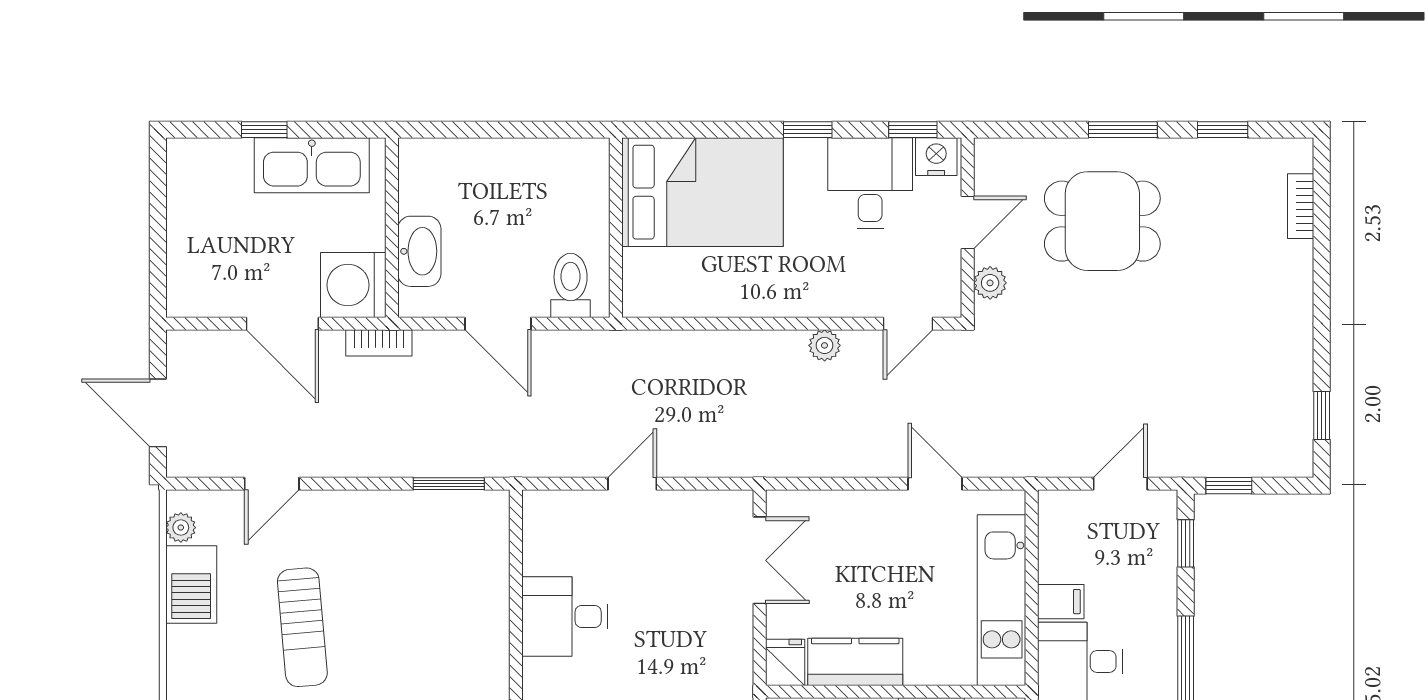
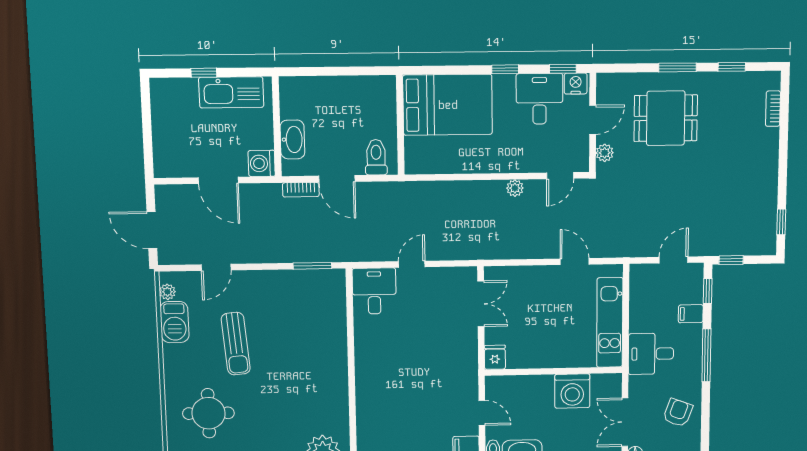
washing machine: (353, 285) -> (262, 163), width x0.73, depth x0.73
bookcase: (379, 343) -> (301, 190), moved
filing cabinet: (1061, 602) -> (691, 314), moved, turned 180
desk: (565, 616) -> (374, 291), moved, turned 90
kitchen counter: (855, 662) -> (532, 356), removed

